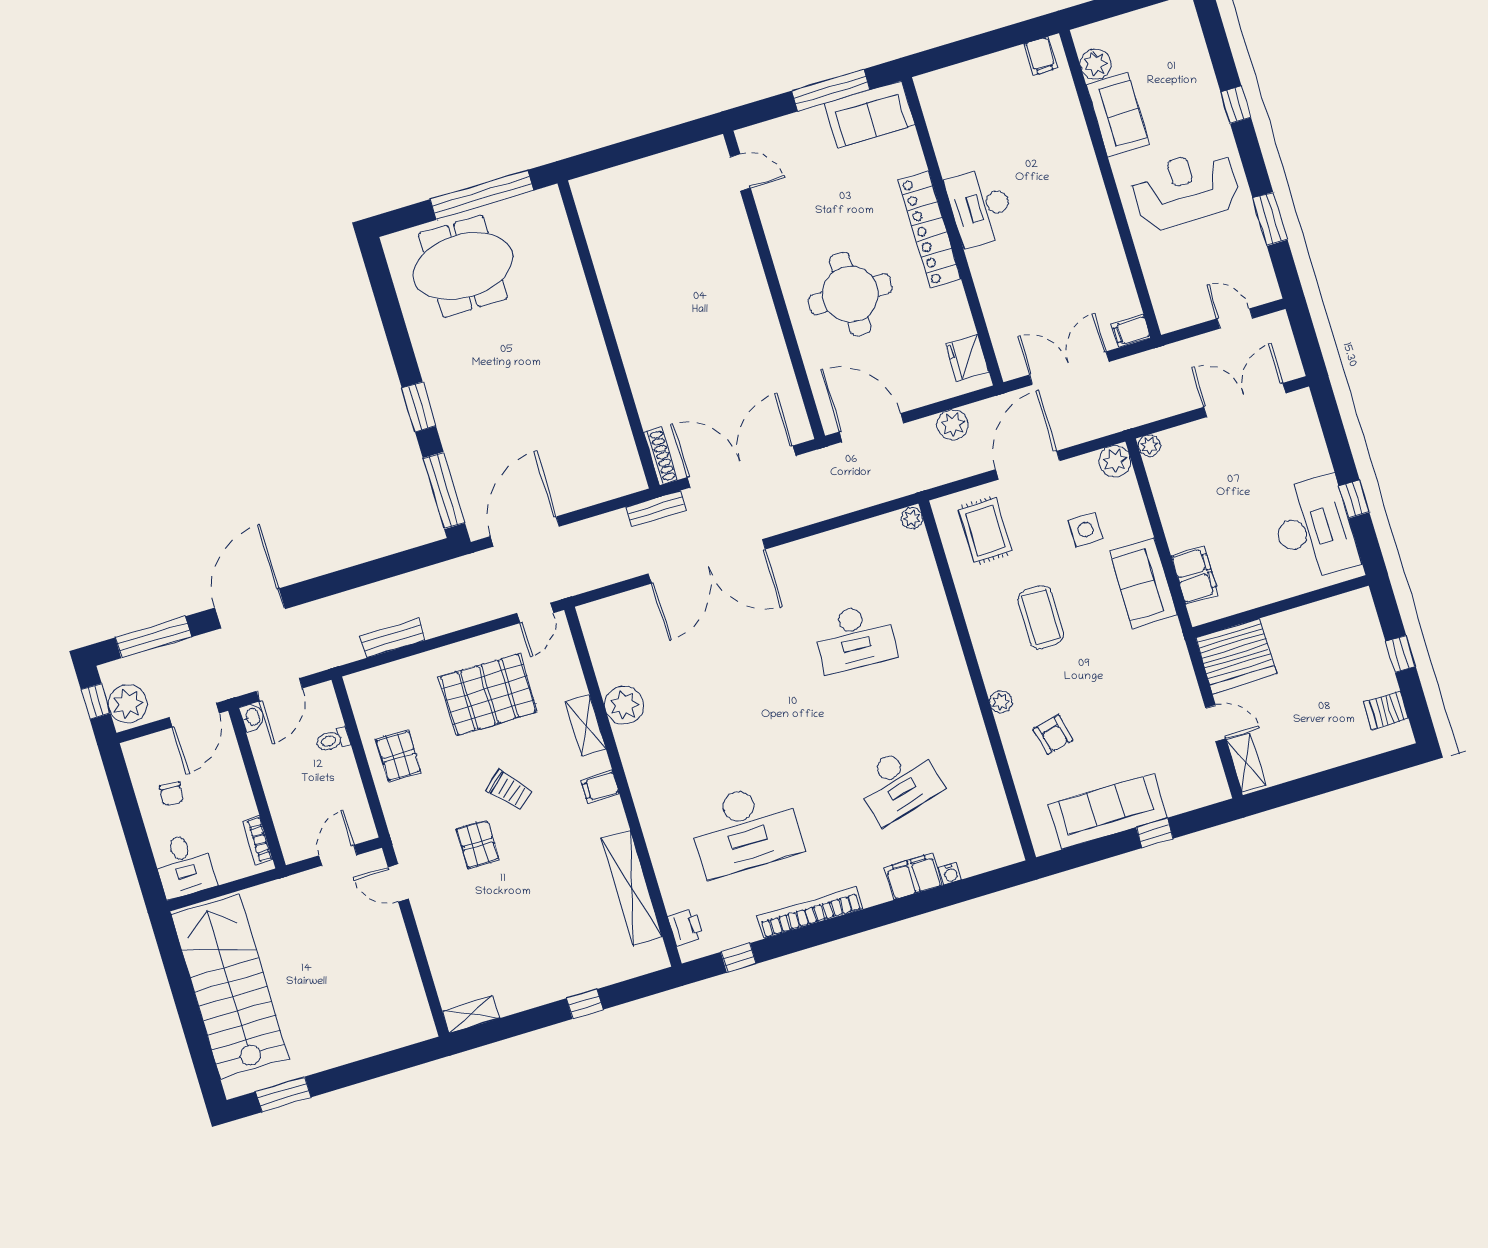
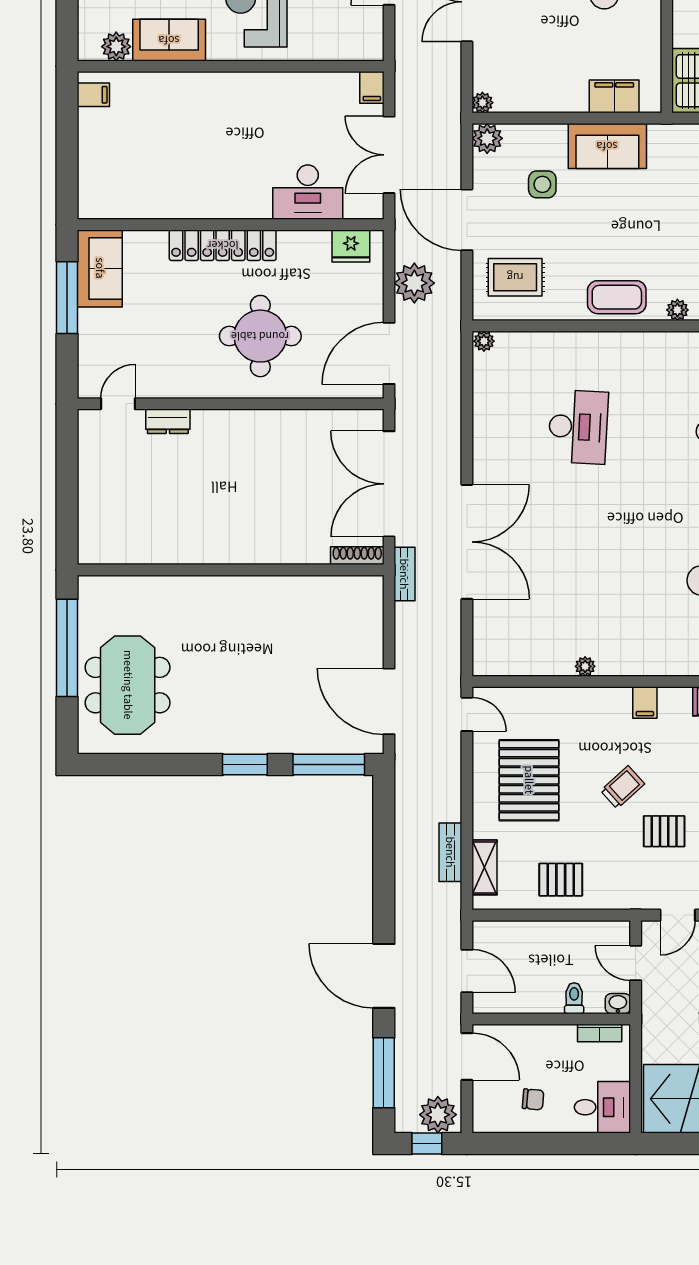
desk: (980, 207) -> (308, 192), moved
dresser: (738, 227) -> (168, 421), added
plant: (953, 425) -> (414, 283), width x1.36, depth x1.36
coffee table: (1041, 617) -> (617, 297), moved
plant: (624, 705) -> (585, 666), width x0.53, depth x0.53
washbasin: (252, 717) -> (618, 1004), moved
shelving: (585, 725) -> (484, 867), moved, turned 90
toilet: (333, 740) -> (574, 998), moved, turned 180

